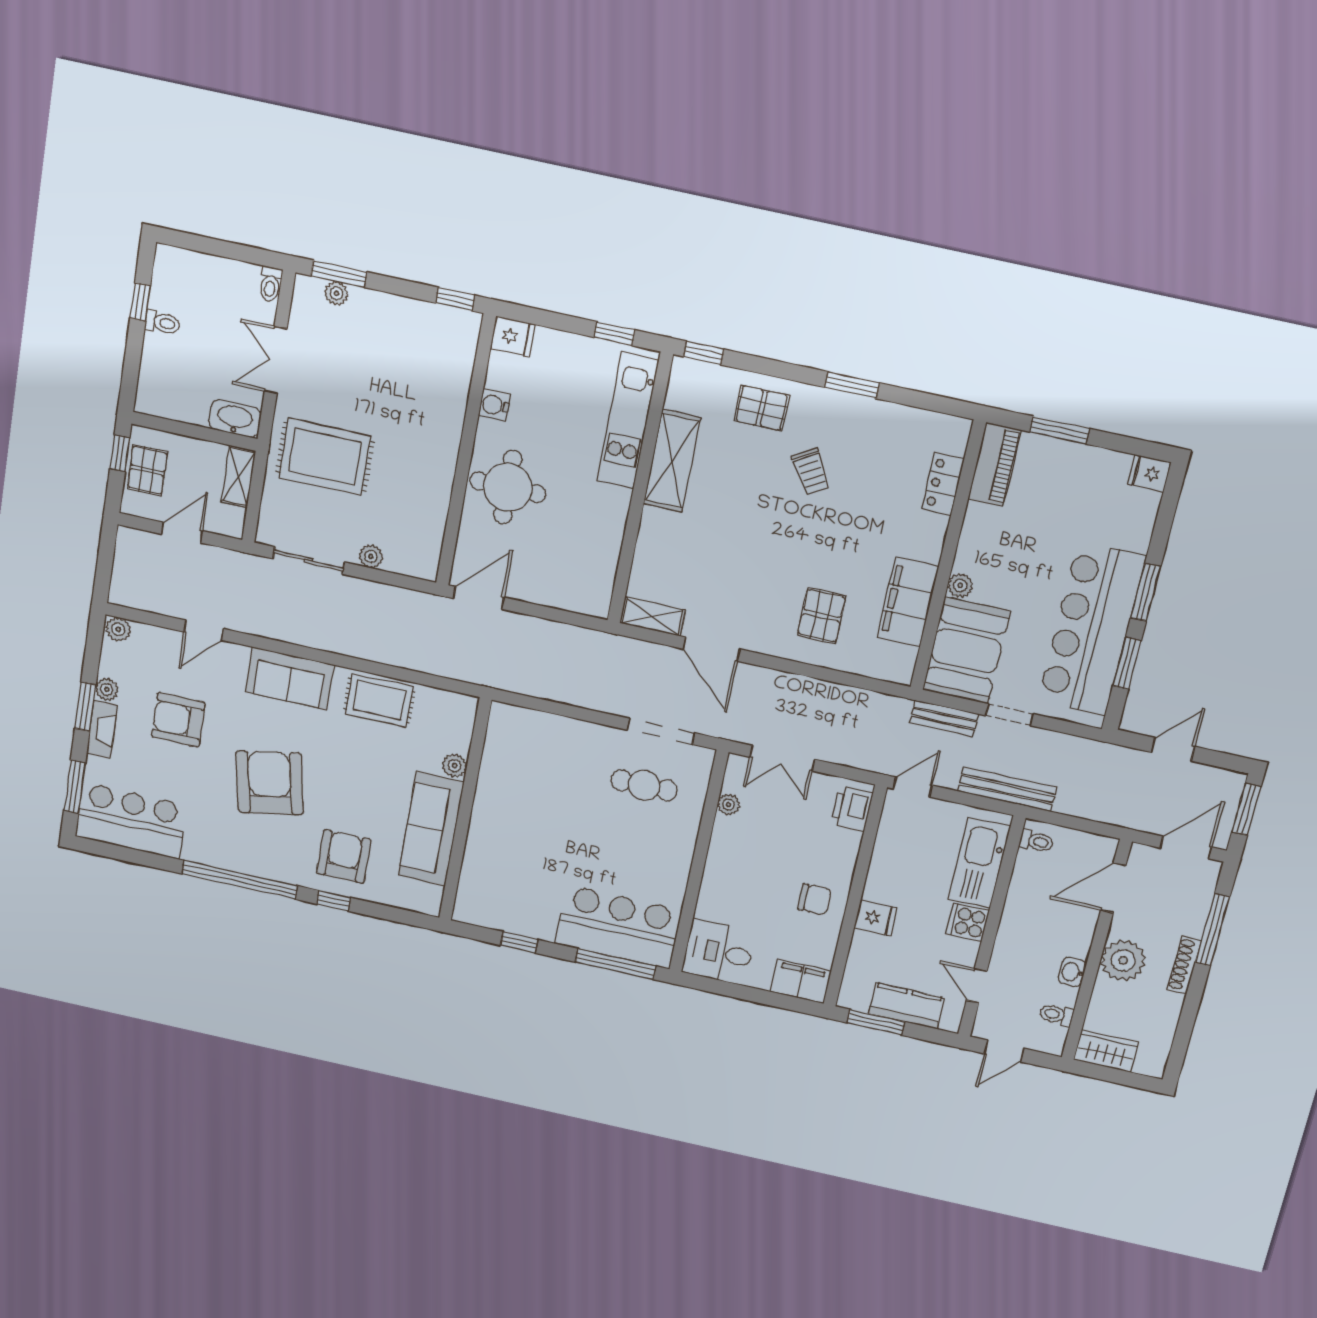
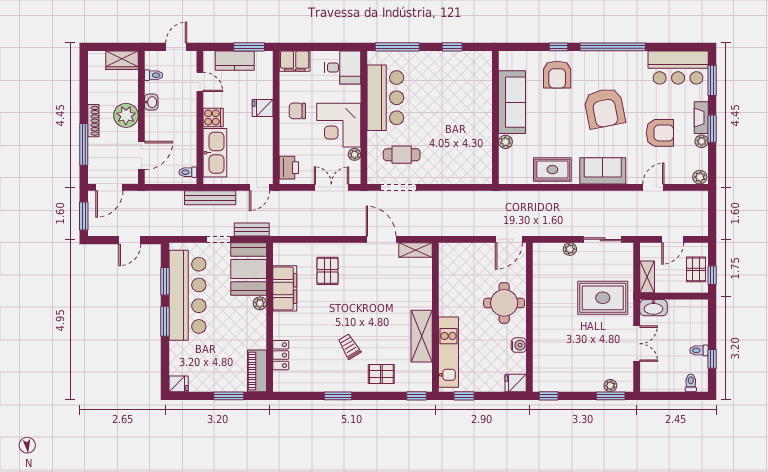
toilet: (270, 284) -> (691, 383), moved
corner desk: (746, 860) -> (339, 125), added
bar counter: (618, 927) -> (385, 98), moved, turned -90

